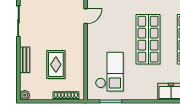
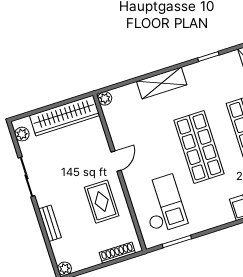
door: (86, 16) -> (116, 161), moved
rug: (56, 65) -> (102, 202), moved

